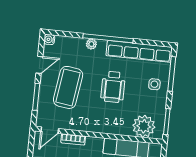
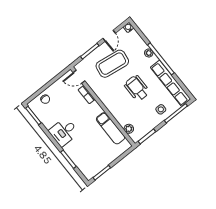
door: (39, 65) -> (109, 36), hinge flipped
wheelchair: (113, 87) -> (137, 88), turned 90
plant: (144, 126) -> (129, 129), width x0.53, depth x0.53

